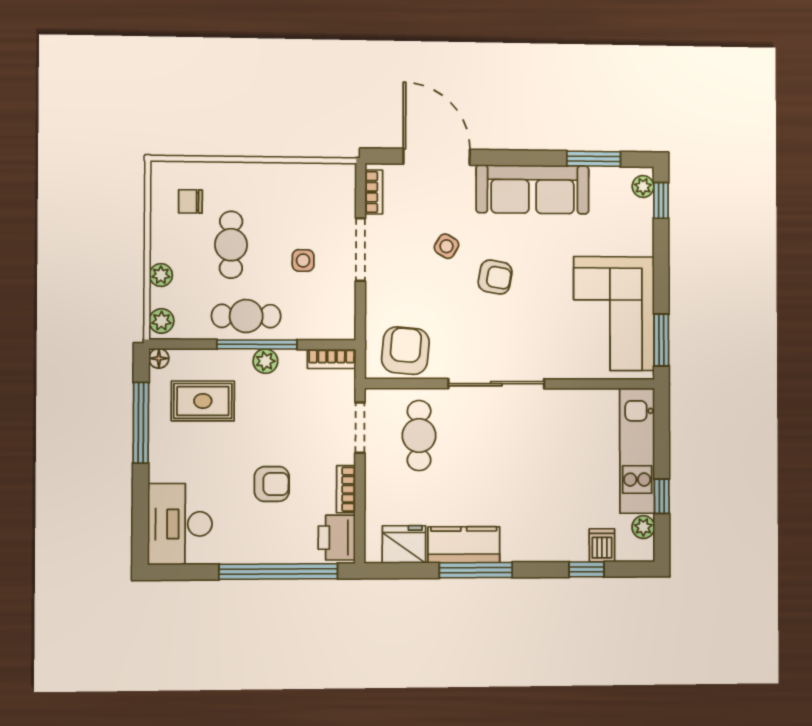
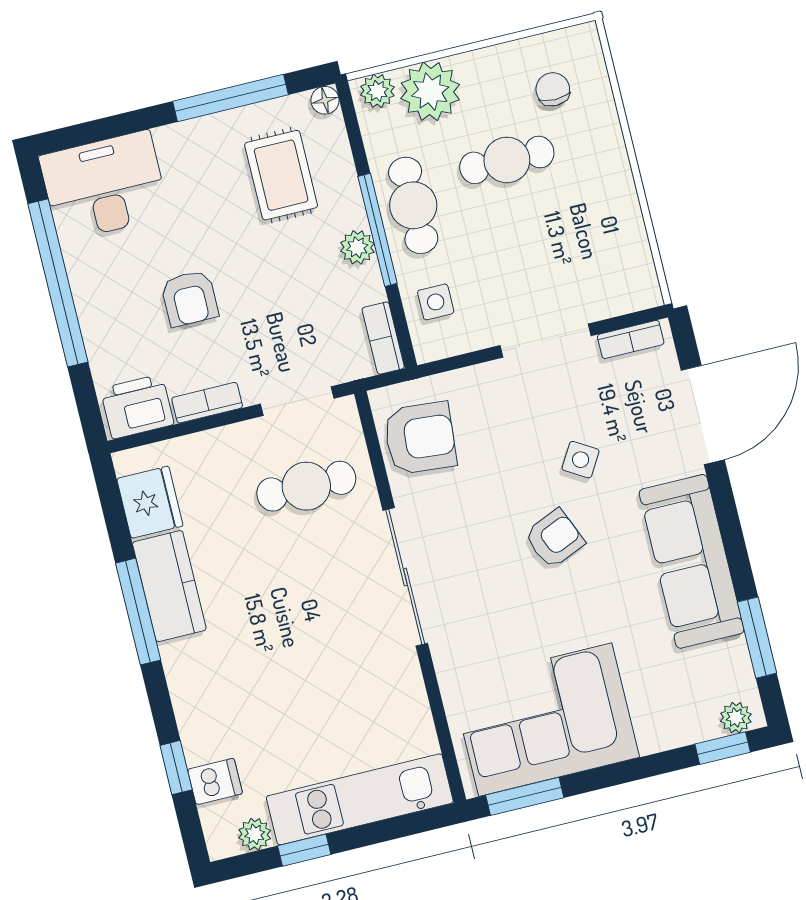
side table: (303, 260) -> (436, 302), moved
plant: (161, 275) -> (430, 91), width x1.88, depth x1.88
armchair: (495, 277) -> (554, 539), turned -123
window: (278, 571) -> (58, 283), moved

